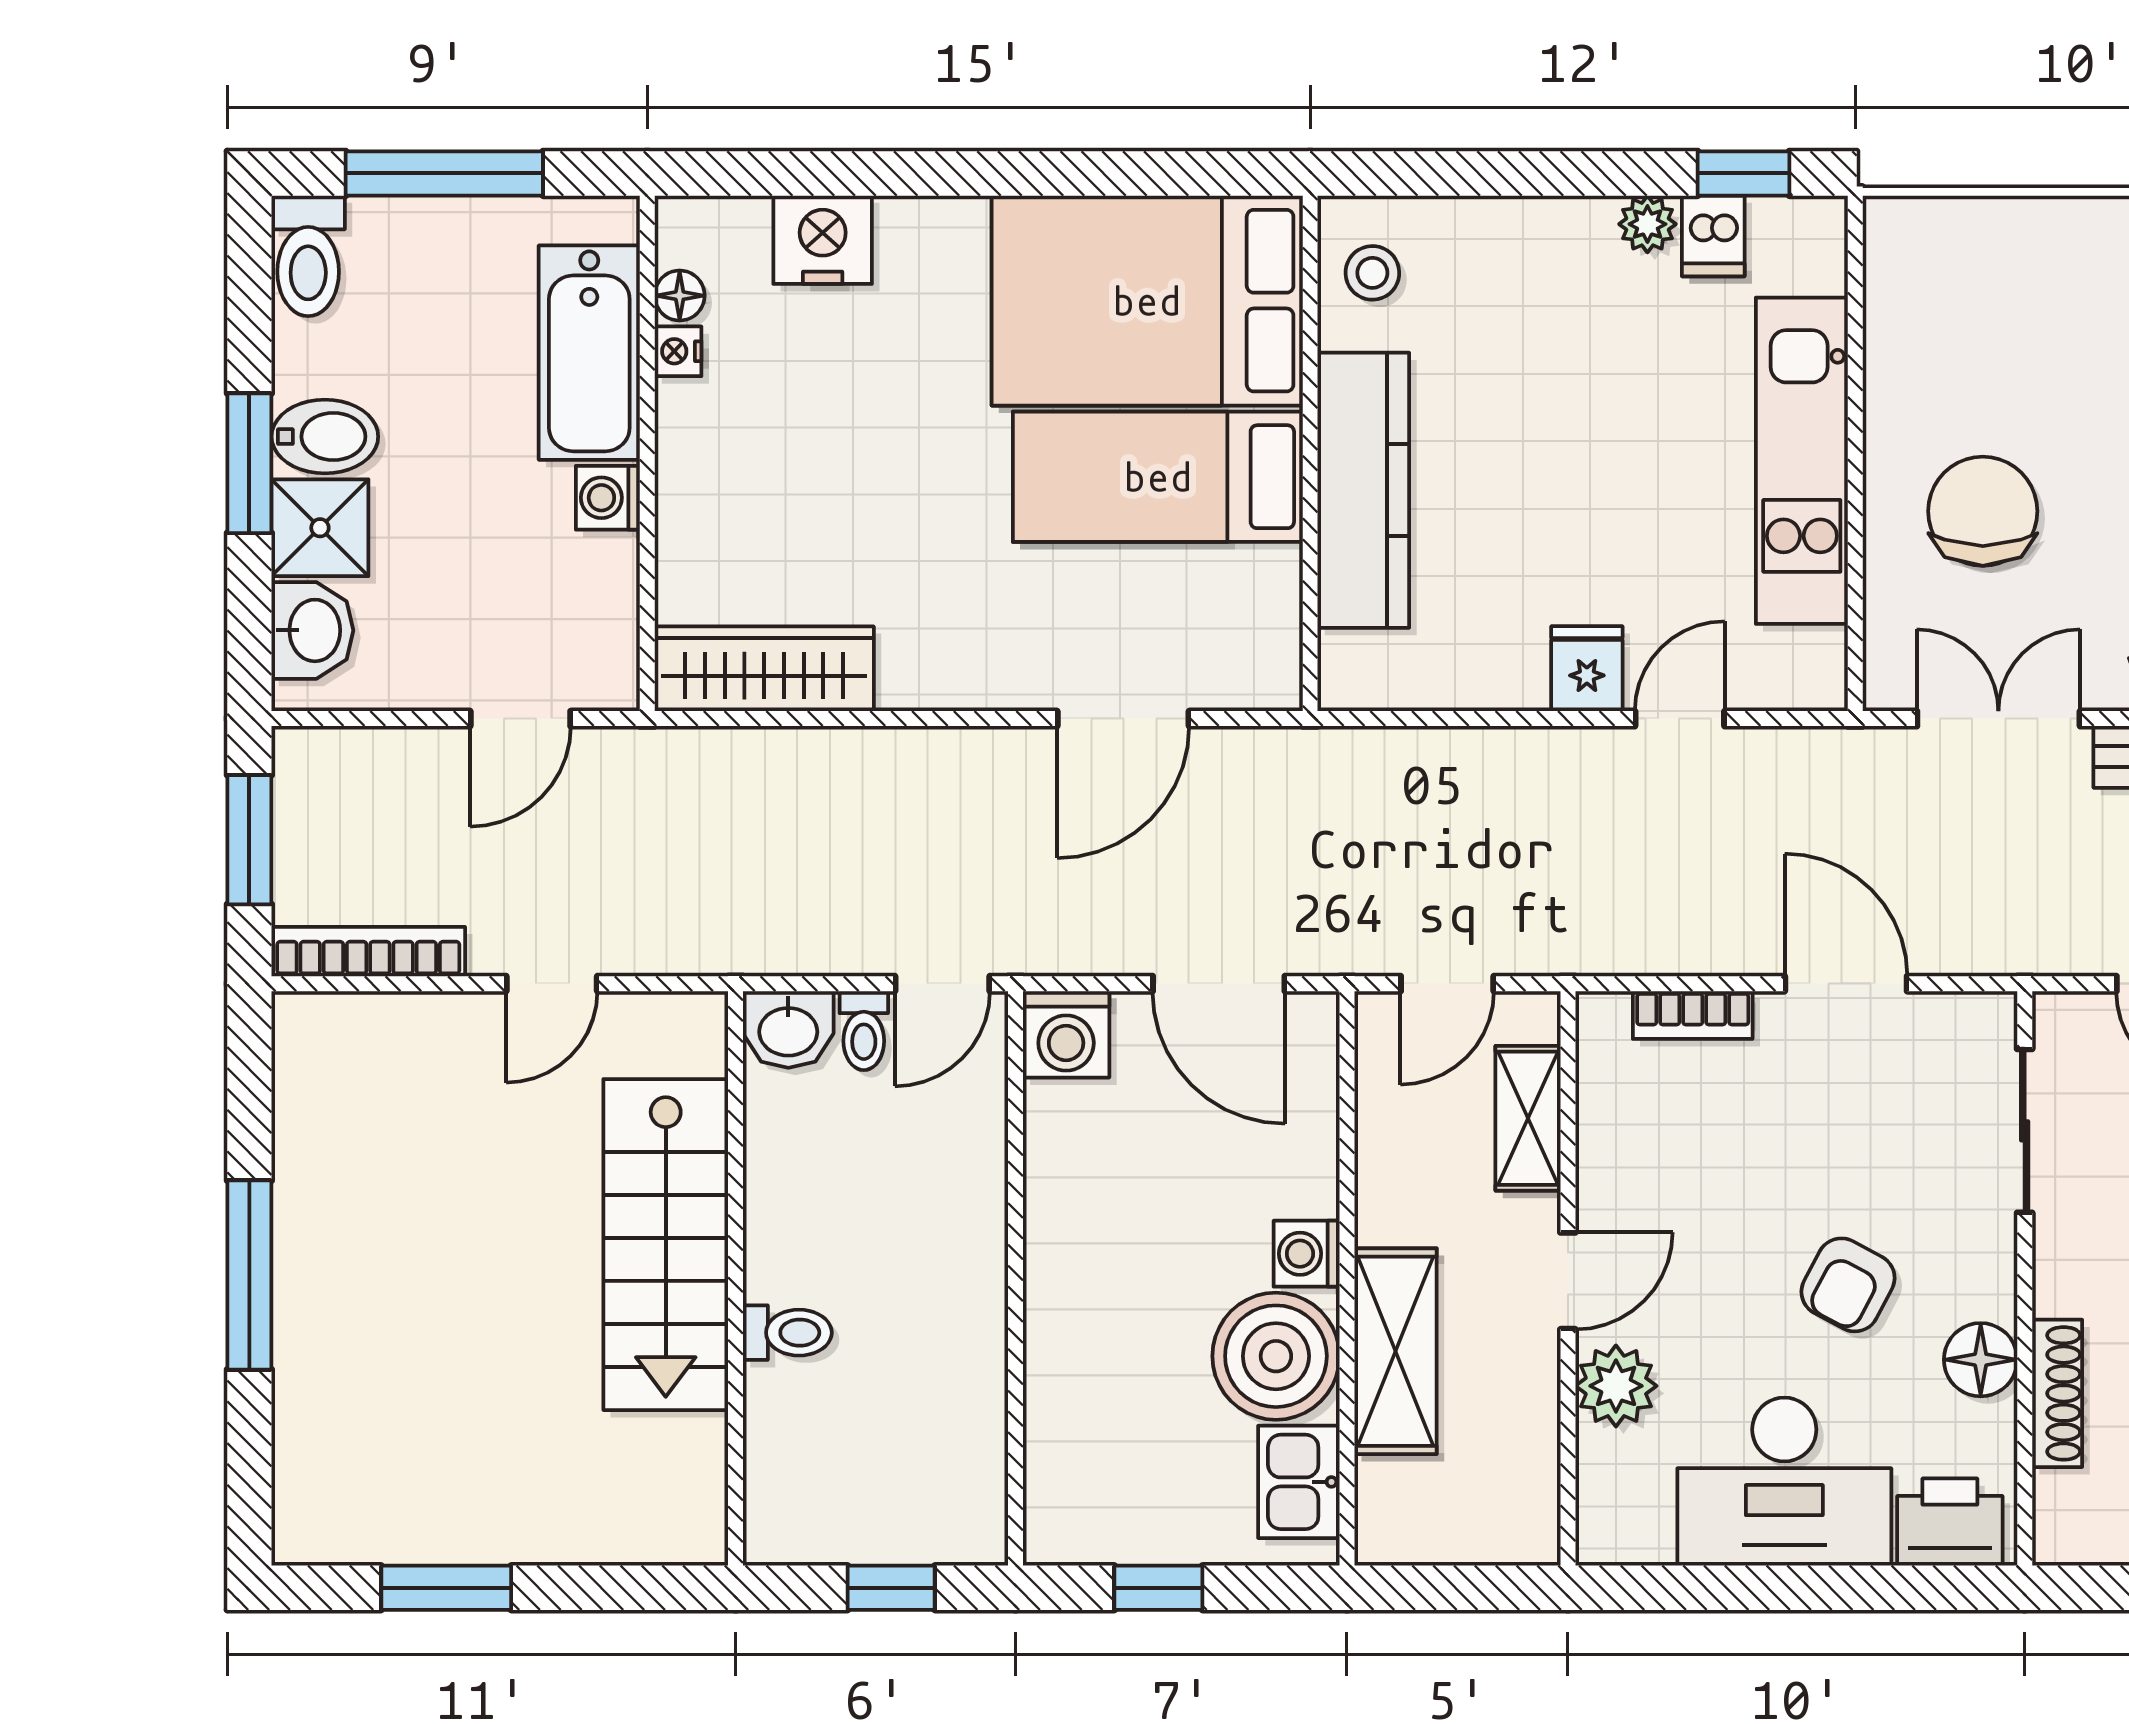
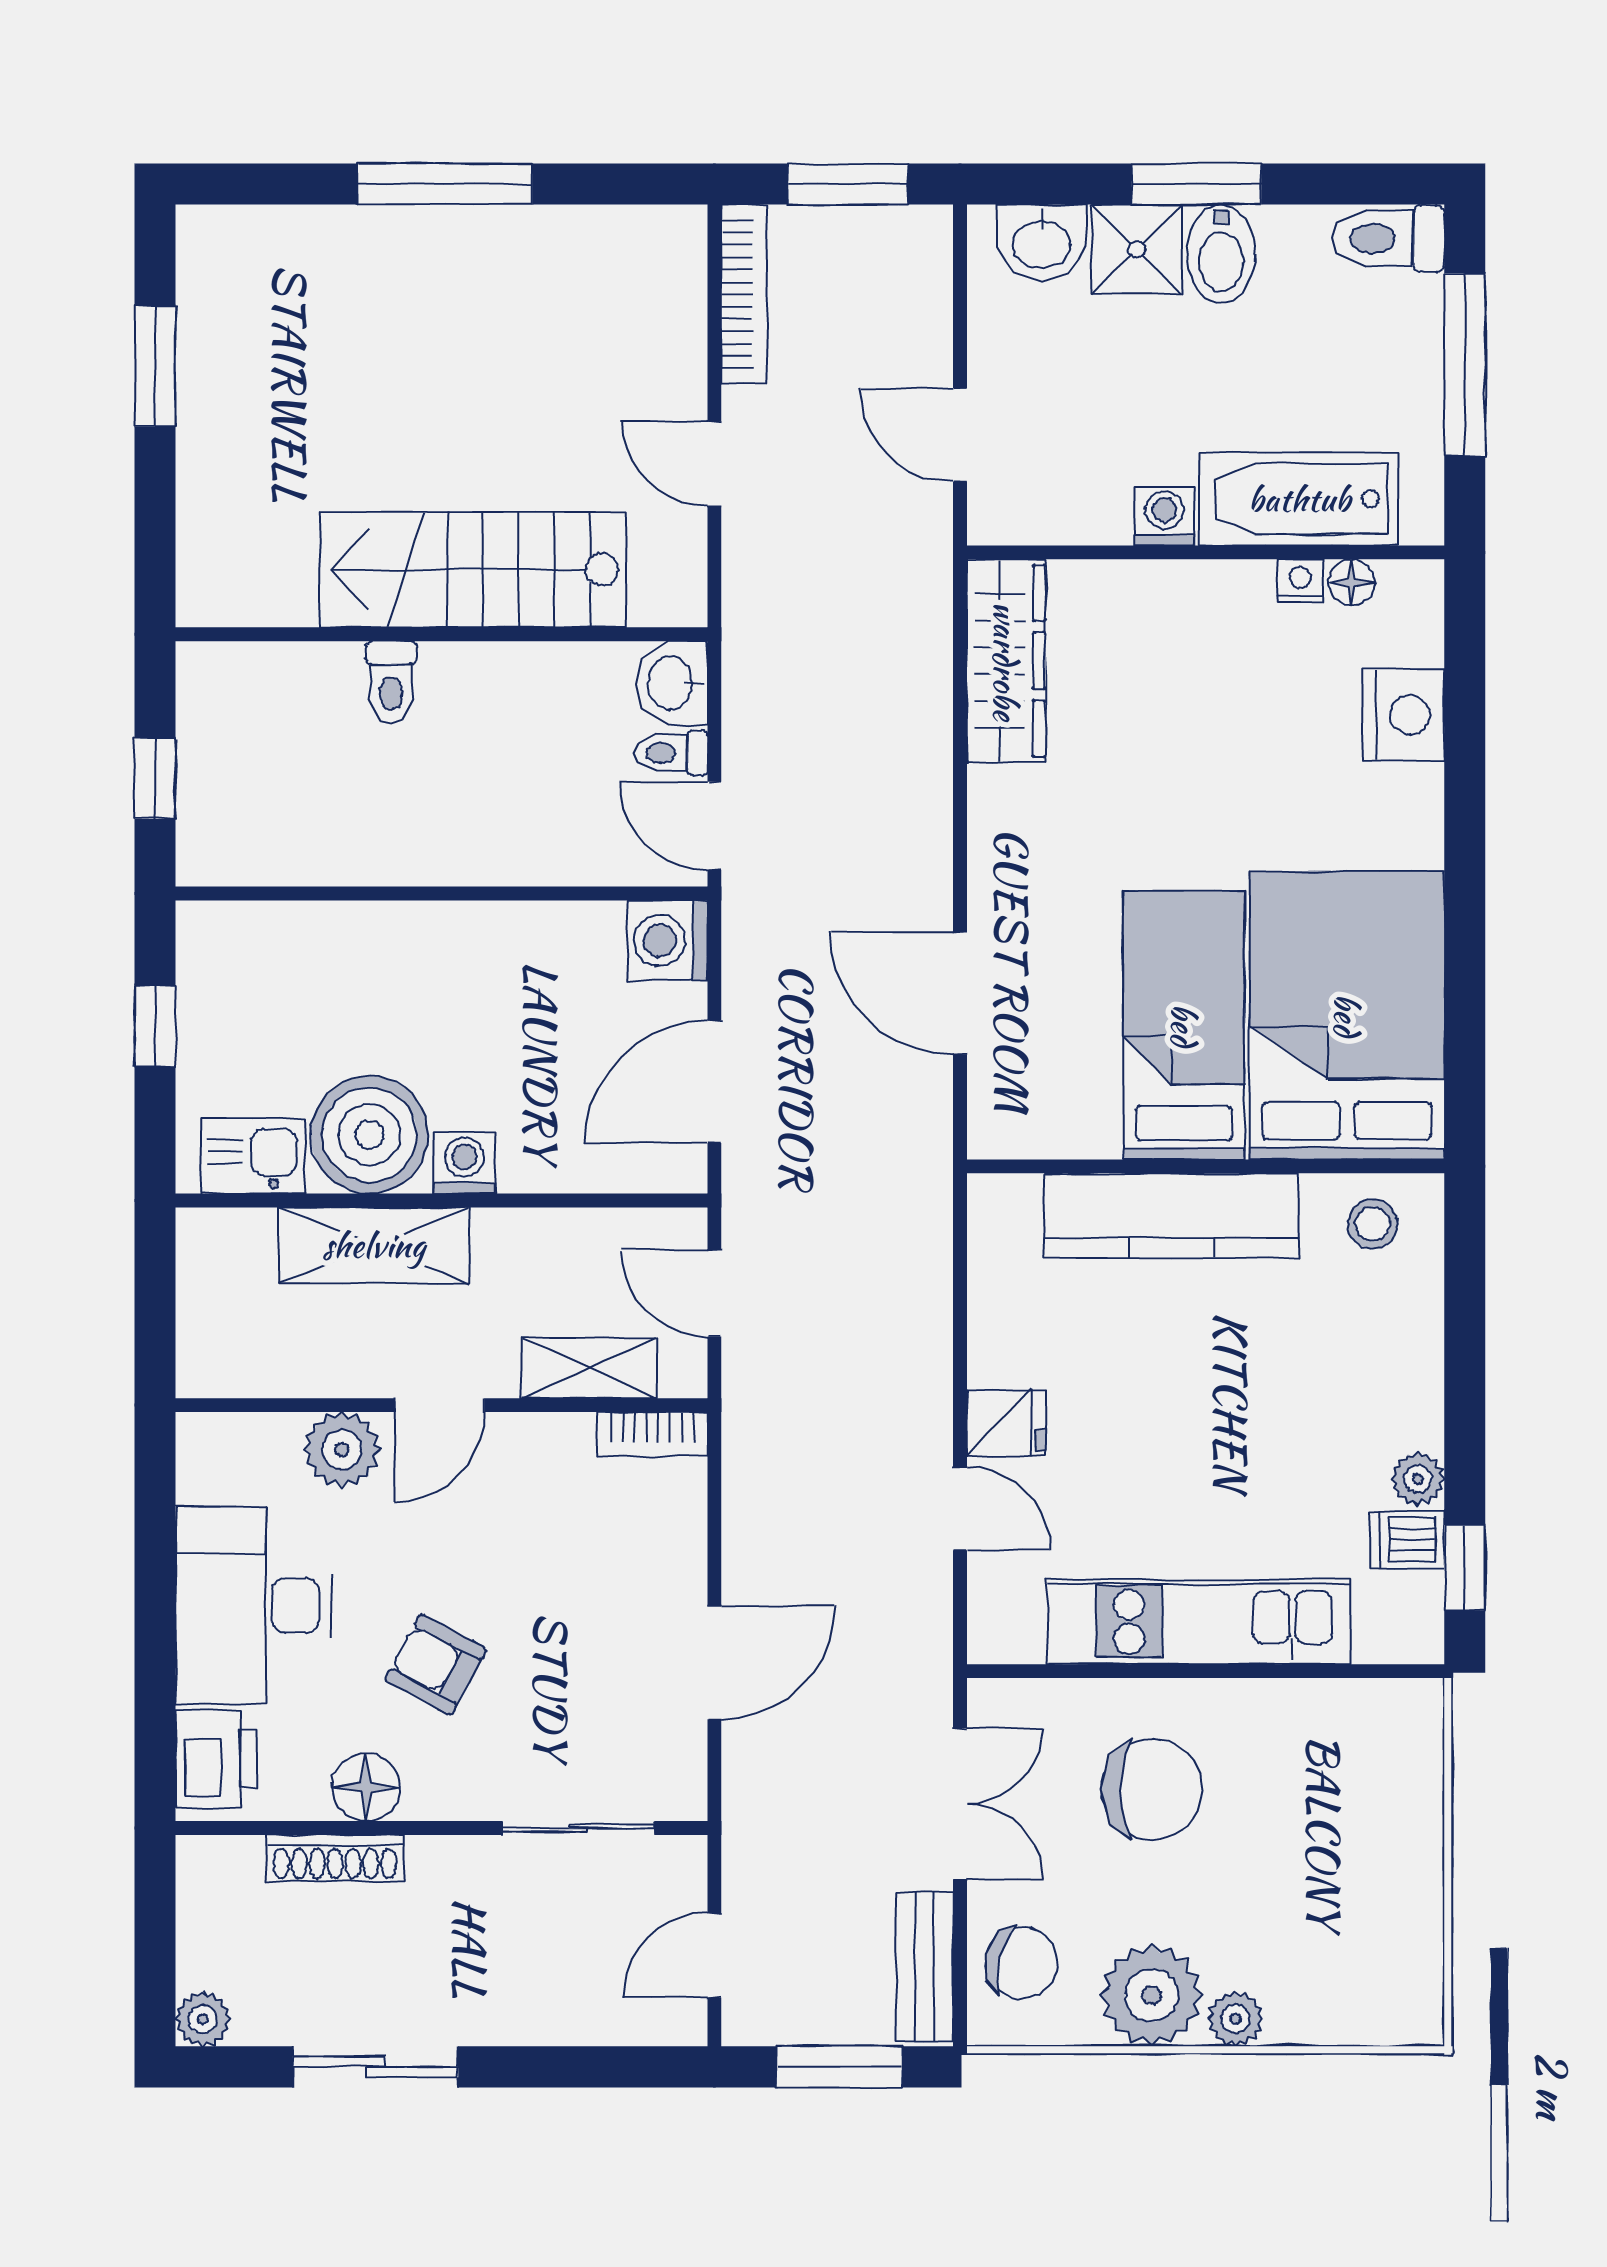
bookcase: (1693, 1015) -> (652, 1434), moved, turned -90
door: (1568, 1281) -> (439, 1405), hinge flipped

